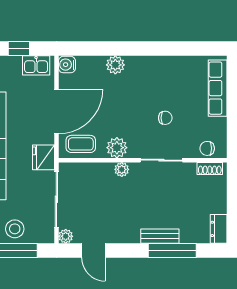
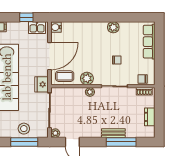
plant: (115, 65) -> (113, 27), moved
dresser: (219, 229) -> (150, 117), moved

